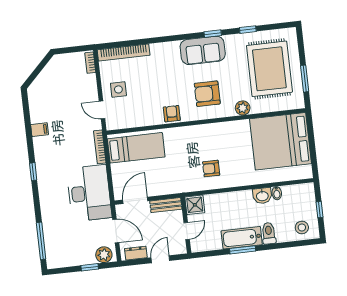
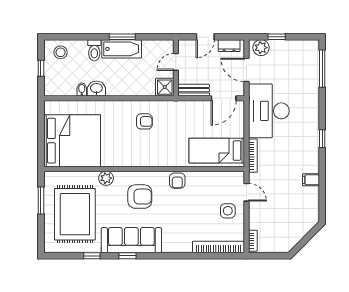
sofa: (203, 50) -> (131, 240), width x1.36

